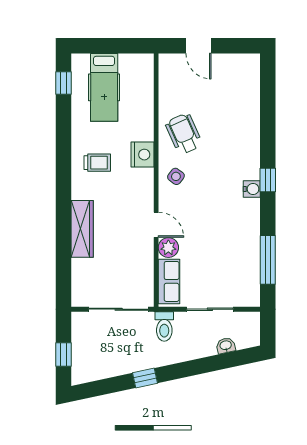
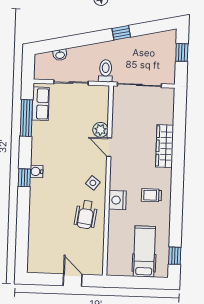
wheelchair: (184, 134) -> (86, 215), turned 32
row of seats: (169, 281) -> (41, 104), moved, turned 180

